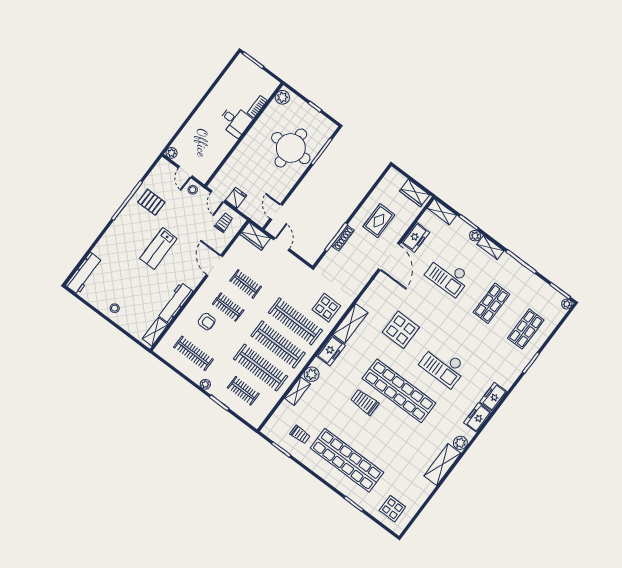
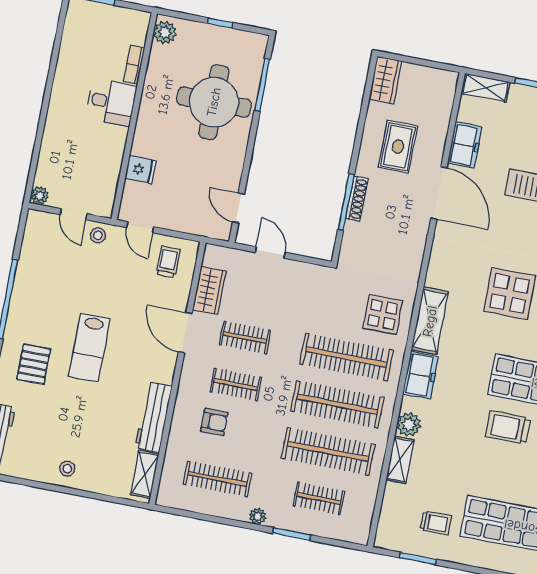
wardrobe: (414, 193) -> (385, 80), moved, turned -90
fridge: (236, 198) -> (141, 170), moved, turned 90
pallet: (151, 202) -> (34, 364), moved, turned 90
wardrobe: (255, 236) -> (209, 290), moved, turned -90

